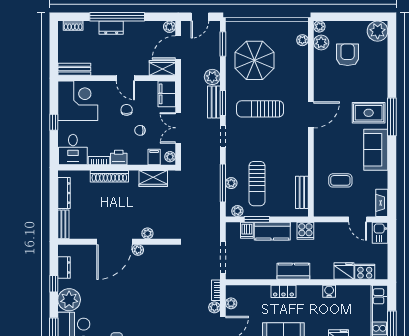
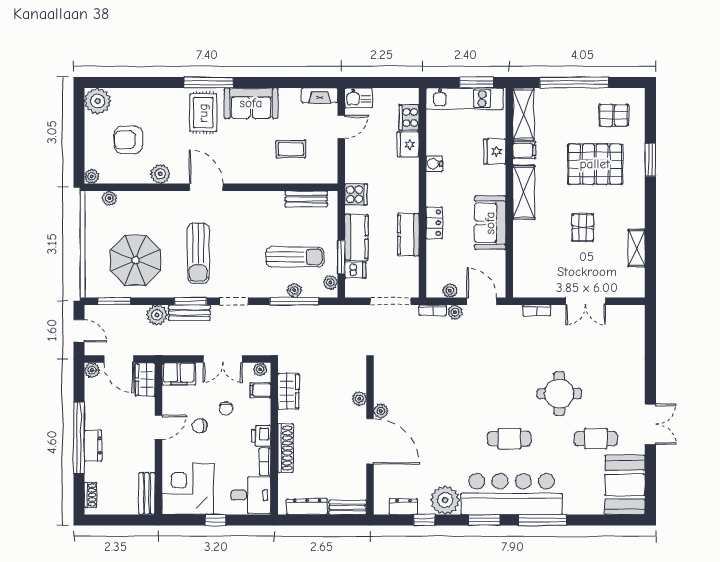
plant: (321, 43) -> (160, 174), moved
coffee table: (340, 180) -> (291, 149), turned 90
kitchen counter: (293, 271) -> (408, 235), moved

